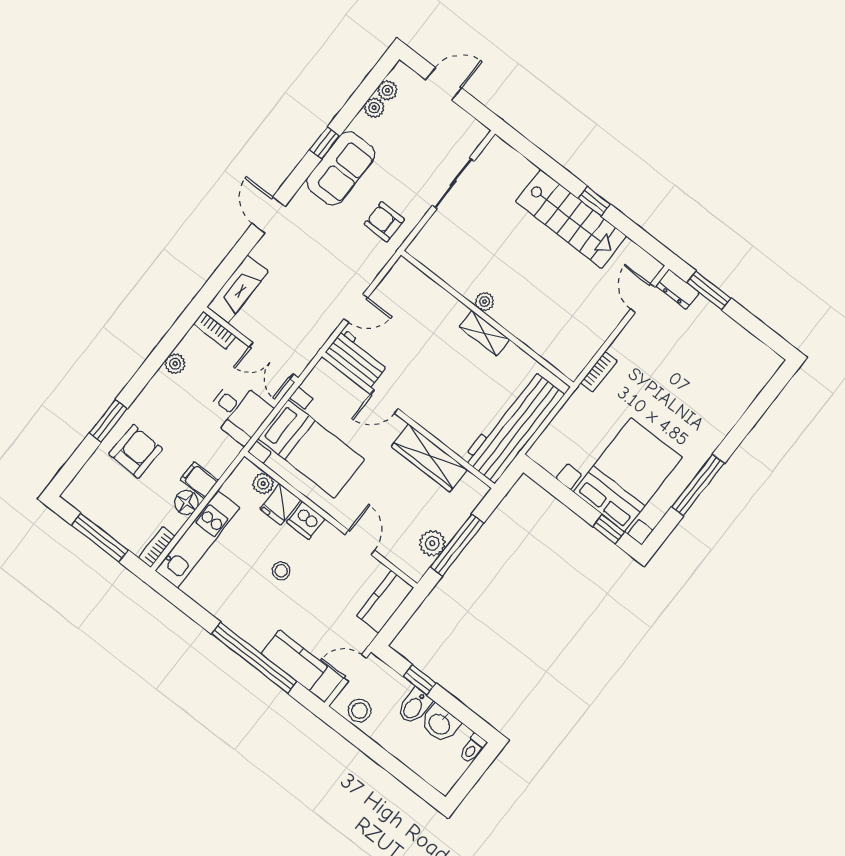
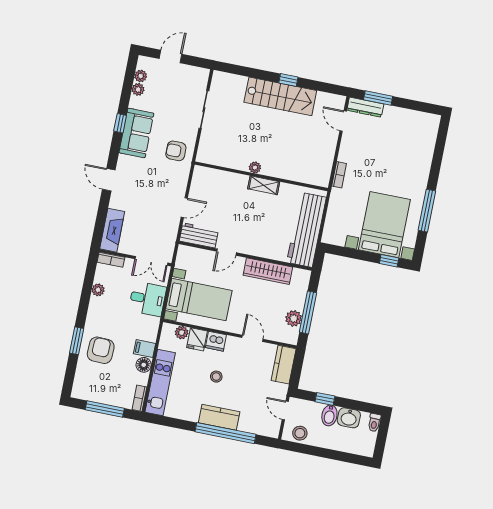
dresser: (677, 289) -> (365, 107), width x1.44
kitchen counter: (294, 660) -> (219, 417), moved
door: (355, 668) -> (285, 410), hinge flipped

